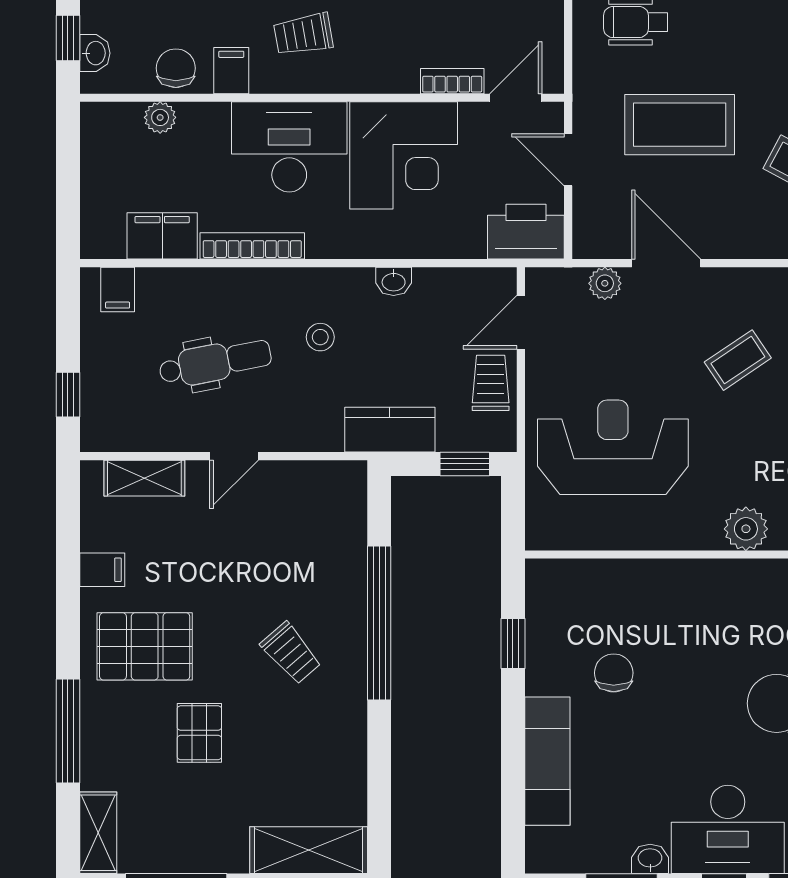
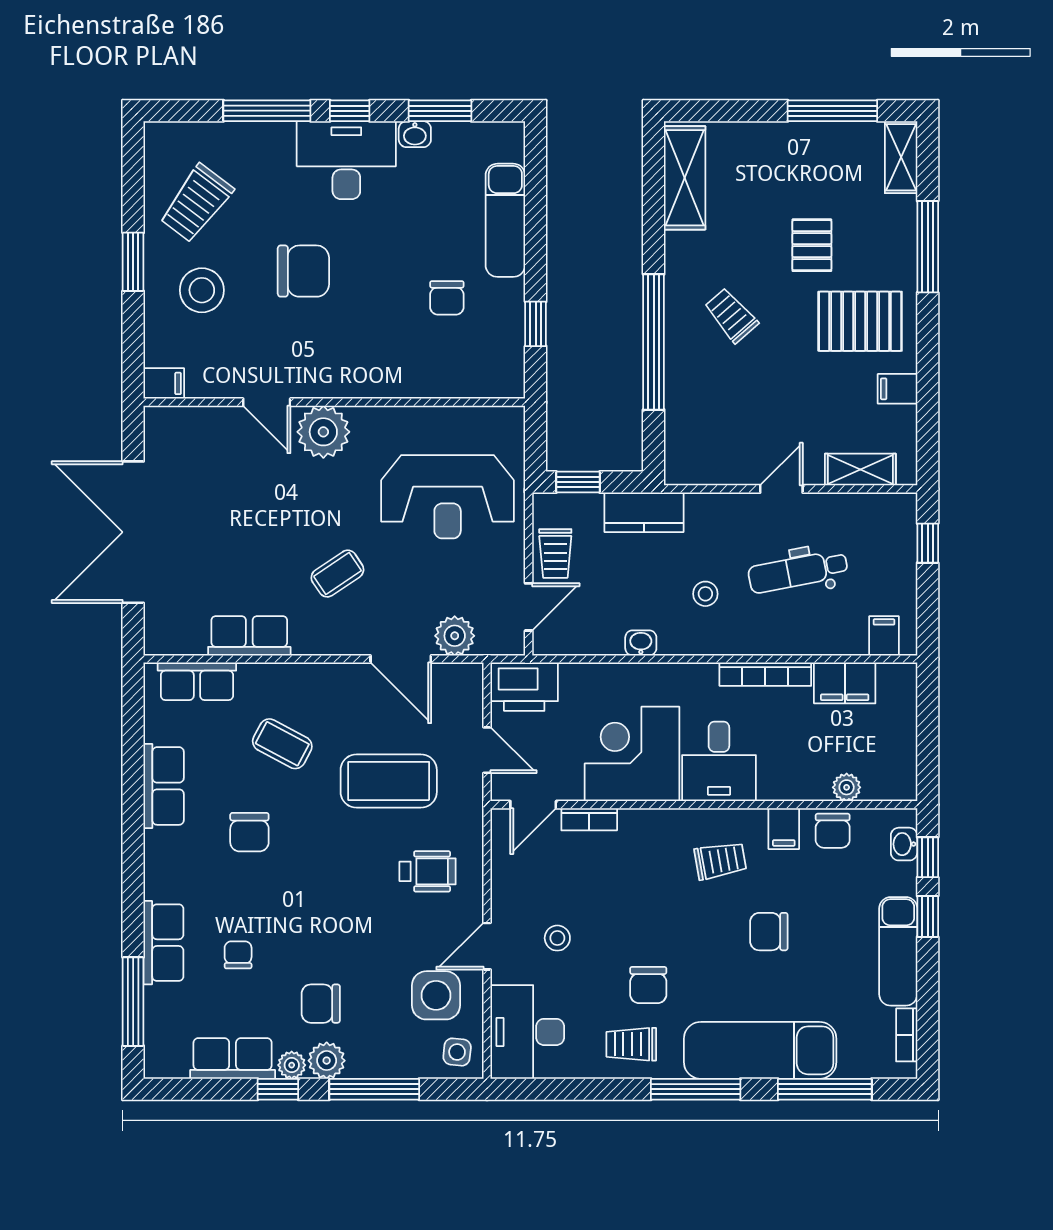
desk: (289, 147) -> (719, 761), width x0.73
plant: (605, 283) -> (455, 636), width x1.38, depth x1.38
plant: (746, 529) -> (323, 432), width x1.36, depth x1.36
shelving: (309, 850) -> (685, 178), moved, turned 90

